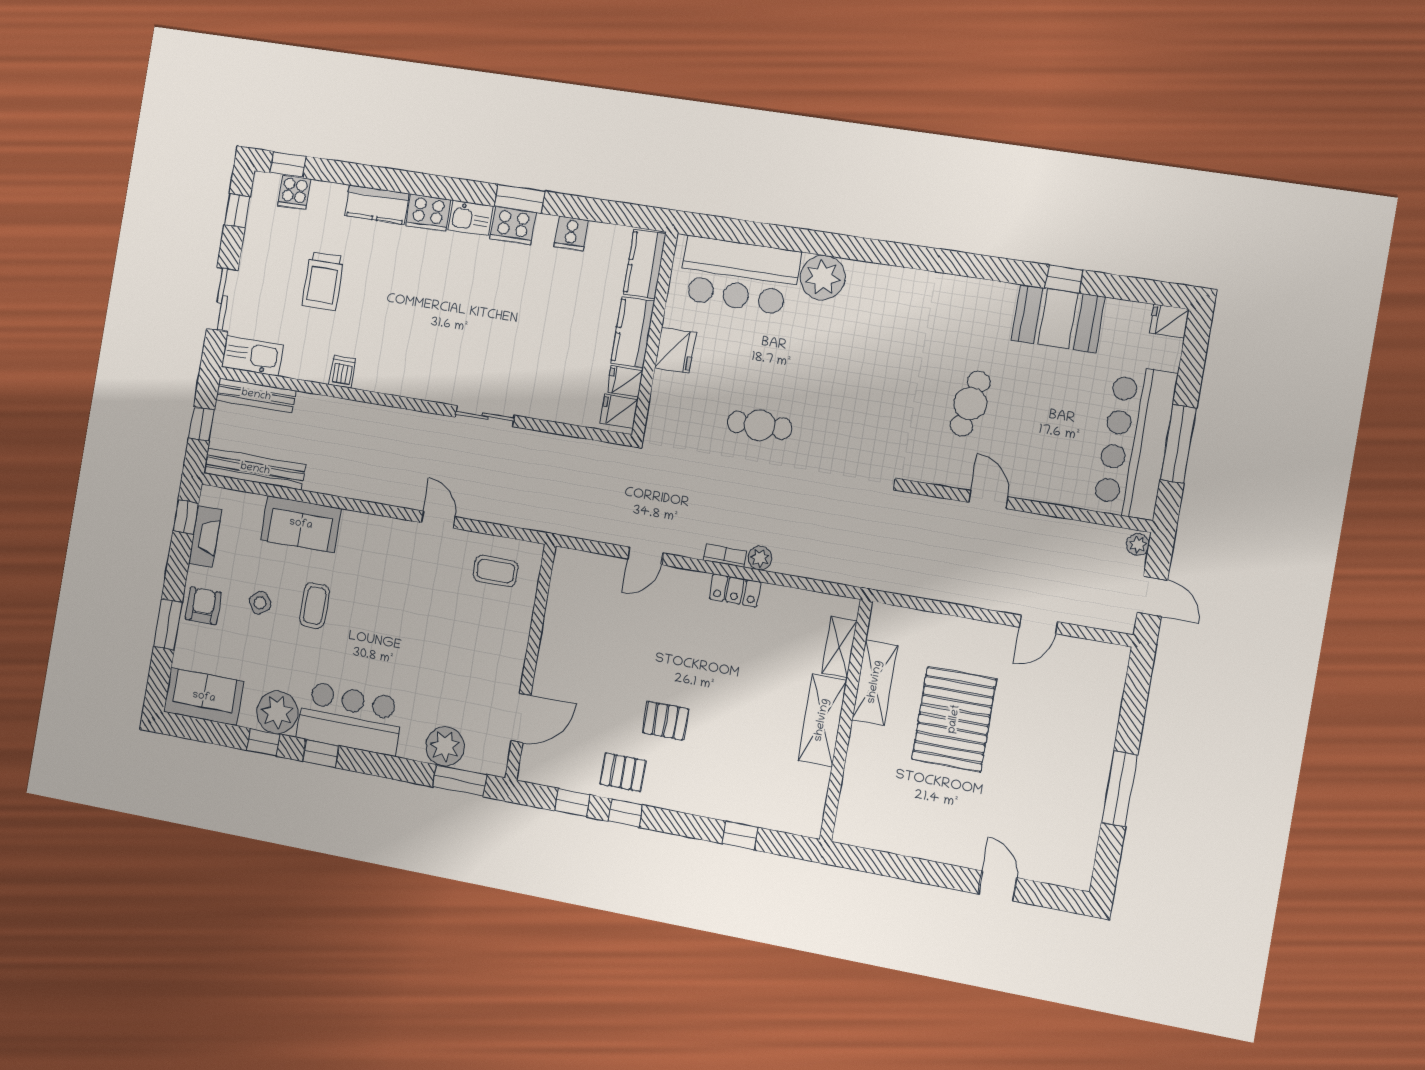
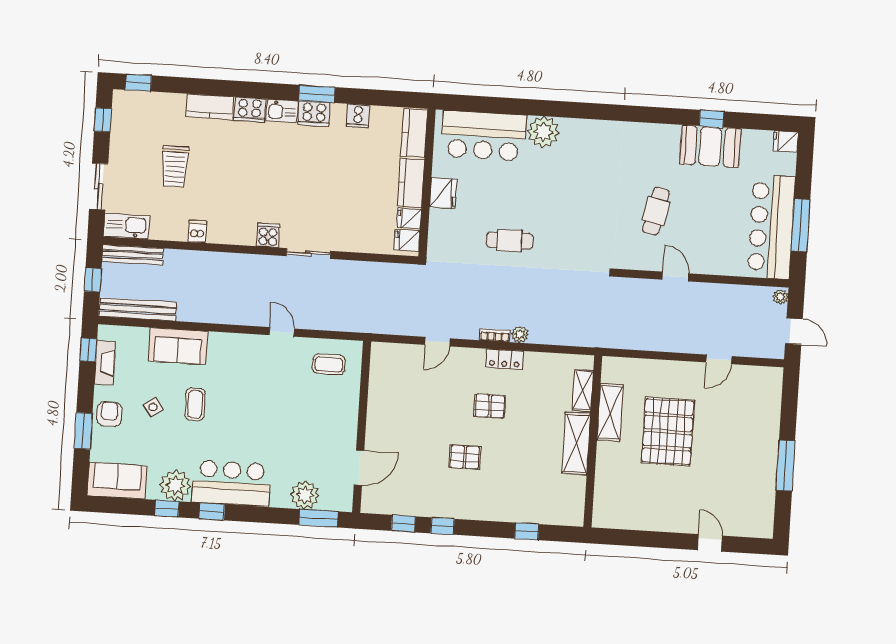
cooker: (294, 192) -> (268, 235), moved, turned 180
pallet: (623, 772) -> (490, 406), moved

